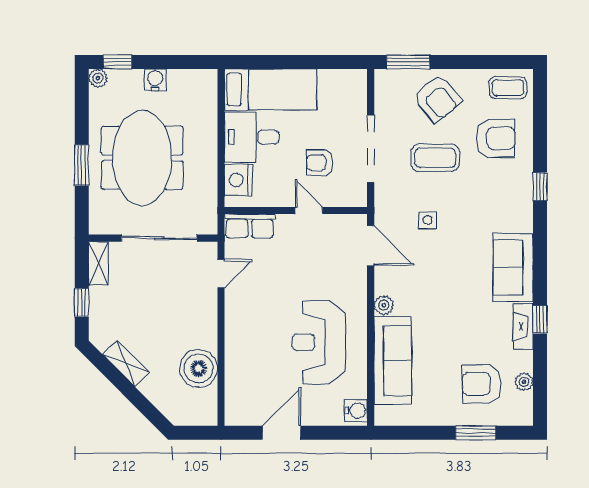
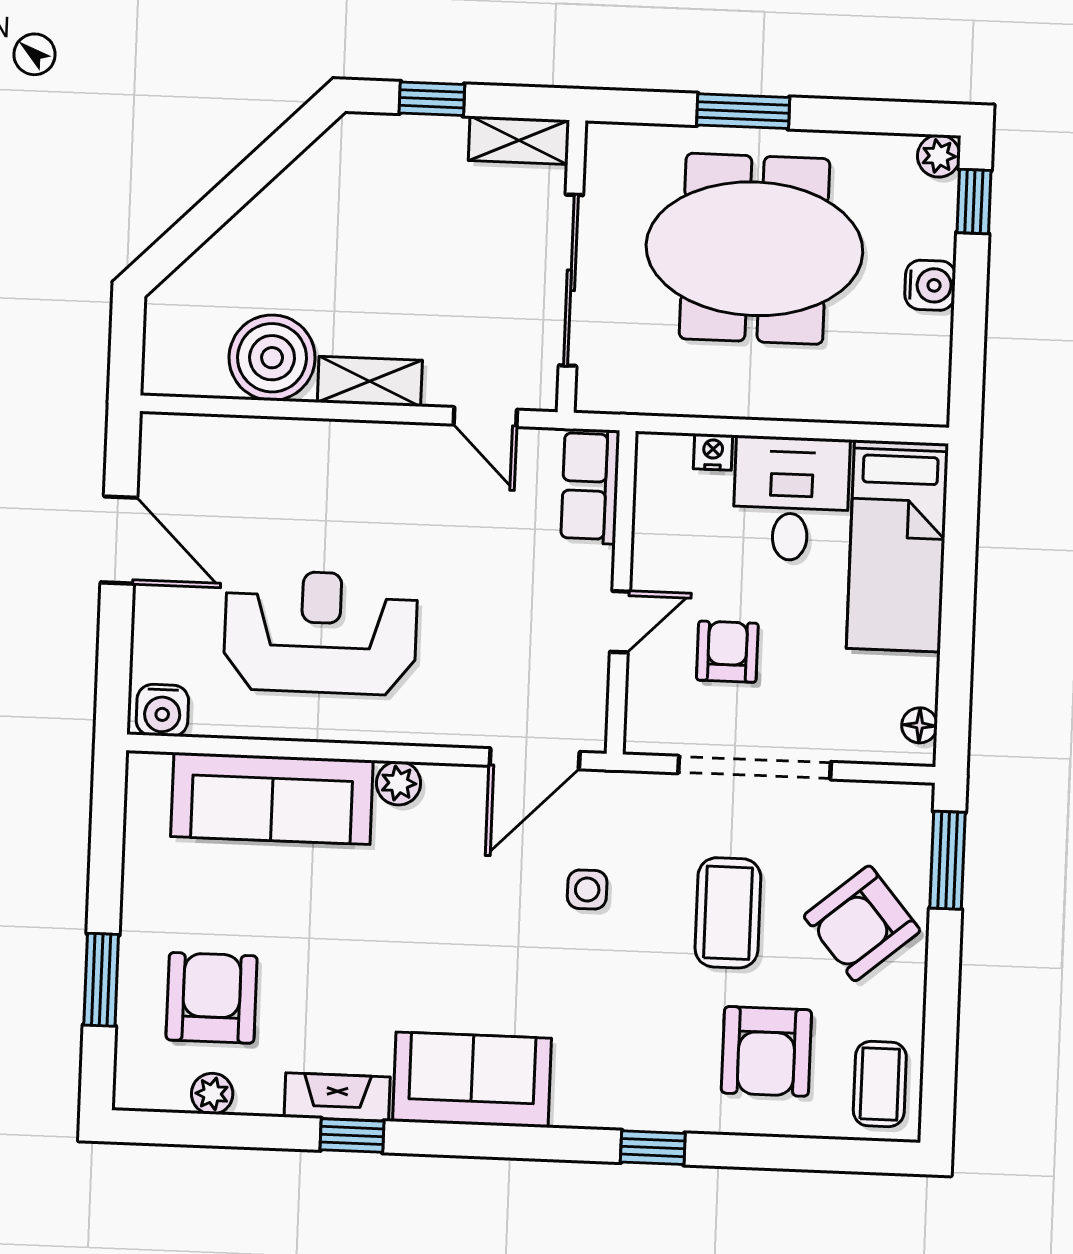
floor lamp: (349, 77) -> (920, 725), added
nightstand: (238, 180) -> (713, 452), width x0.53, depth x0.56
shelving: (126, 363) -> (370, 381), moved, turned 45

